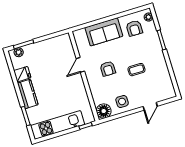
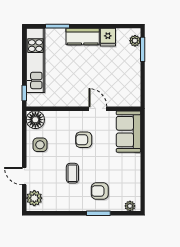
armchair: (134, 28) -> (100, 191), moved
sofa: (104, 32) -> (128, 132), moved
plant: (165, 93) -> (34, 198), added

